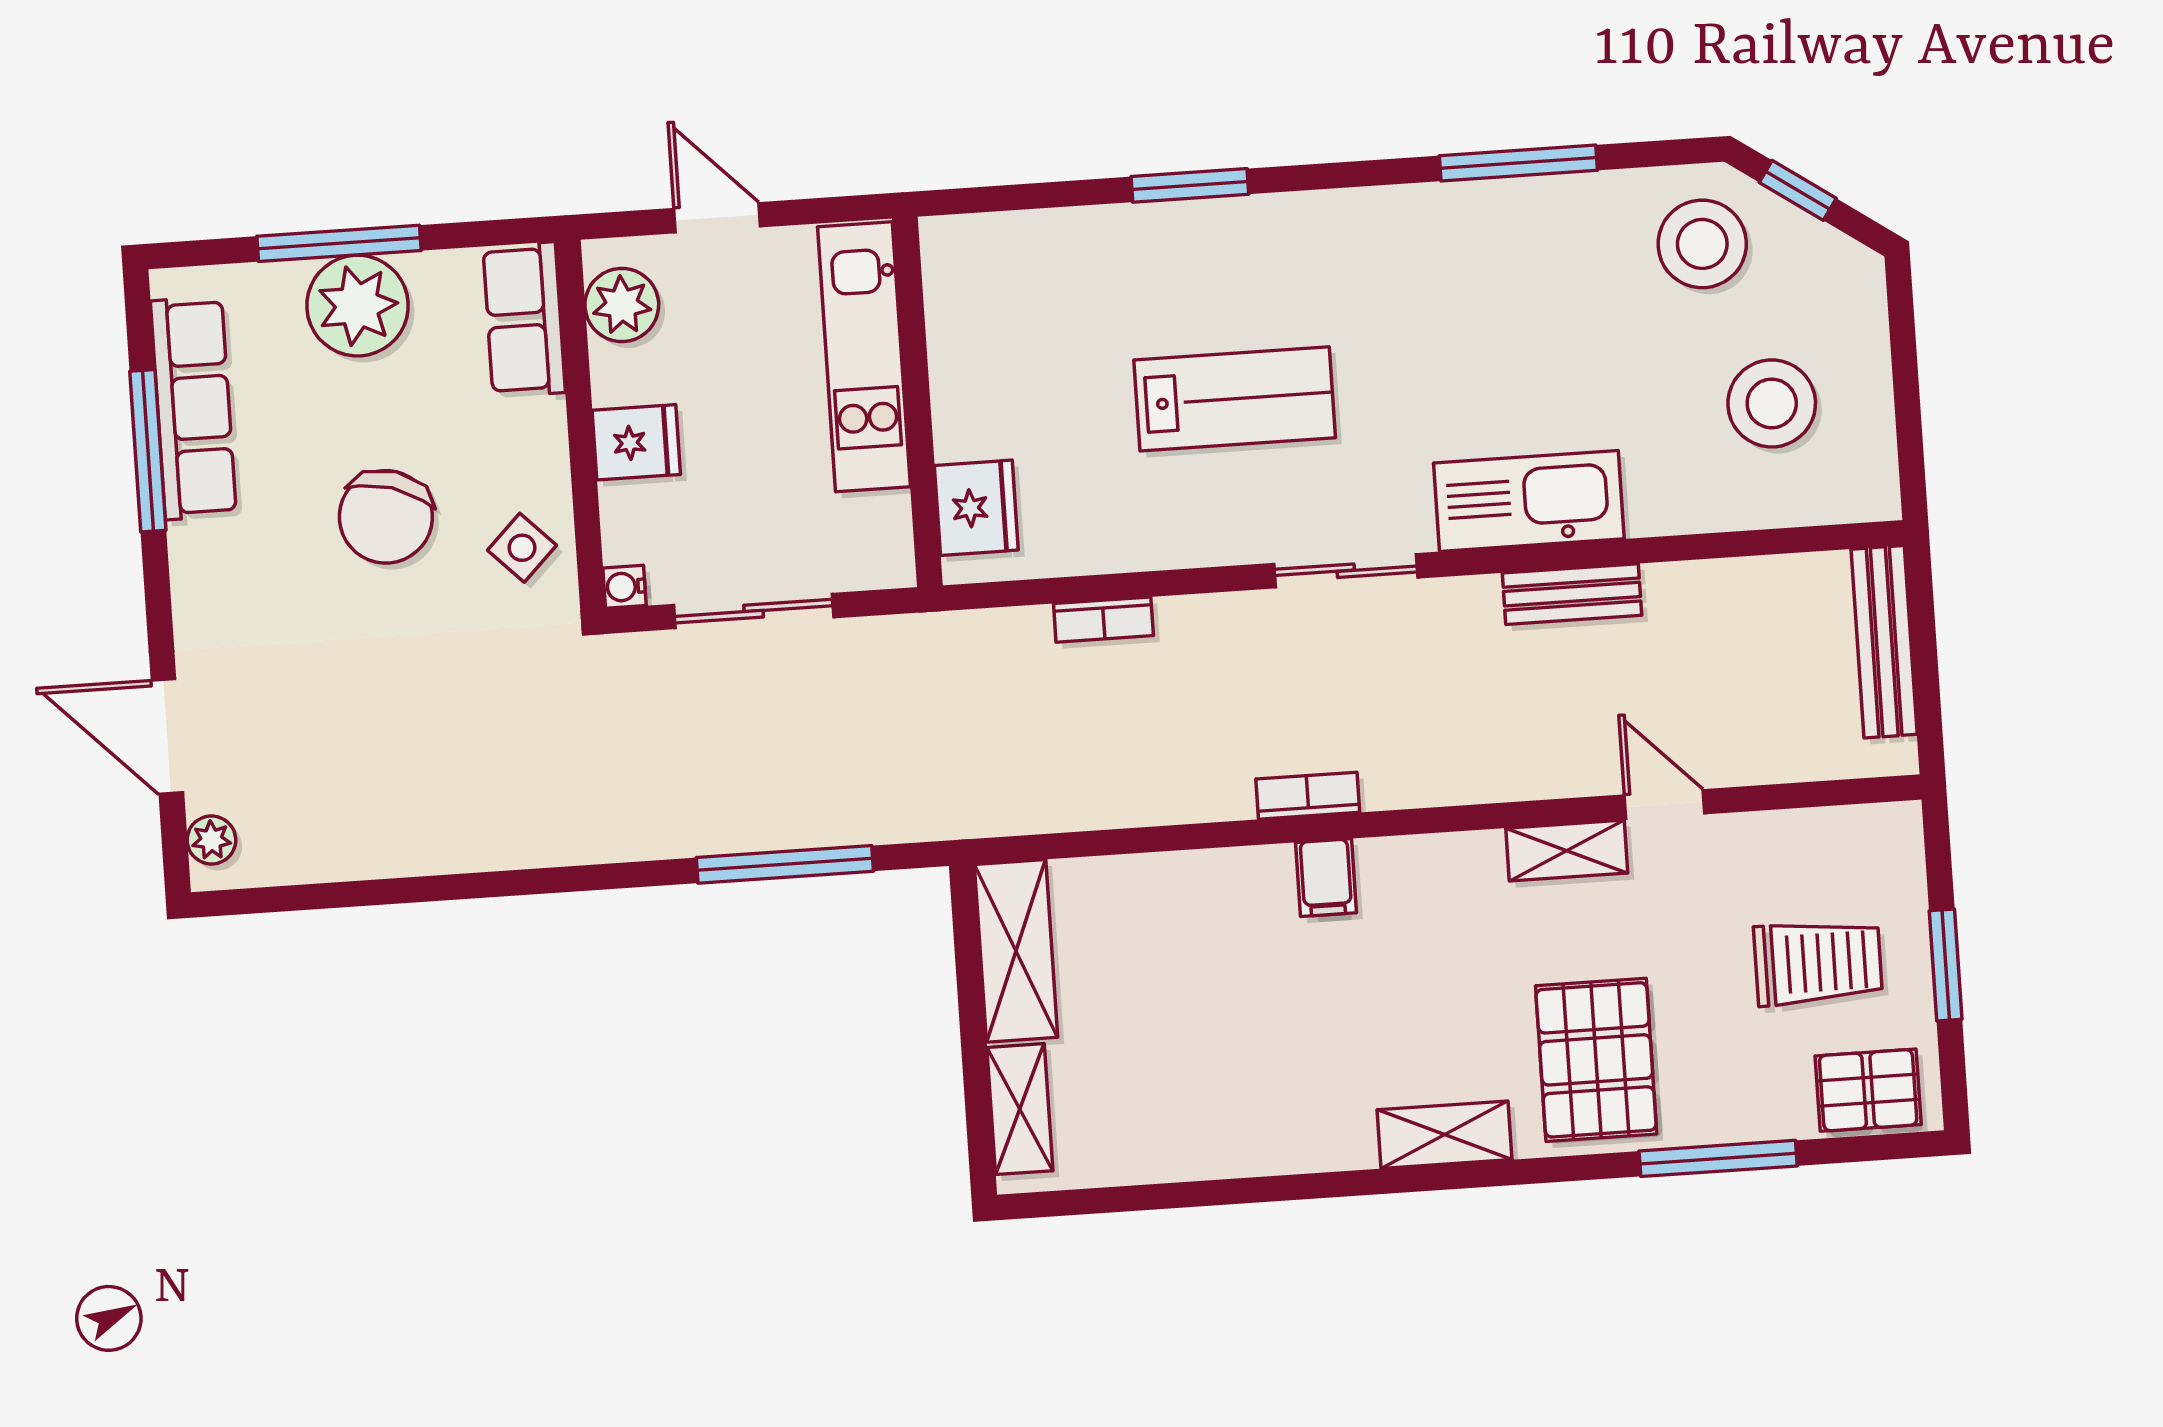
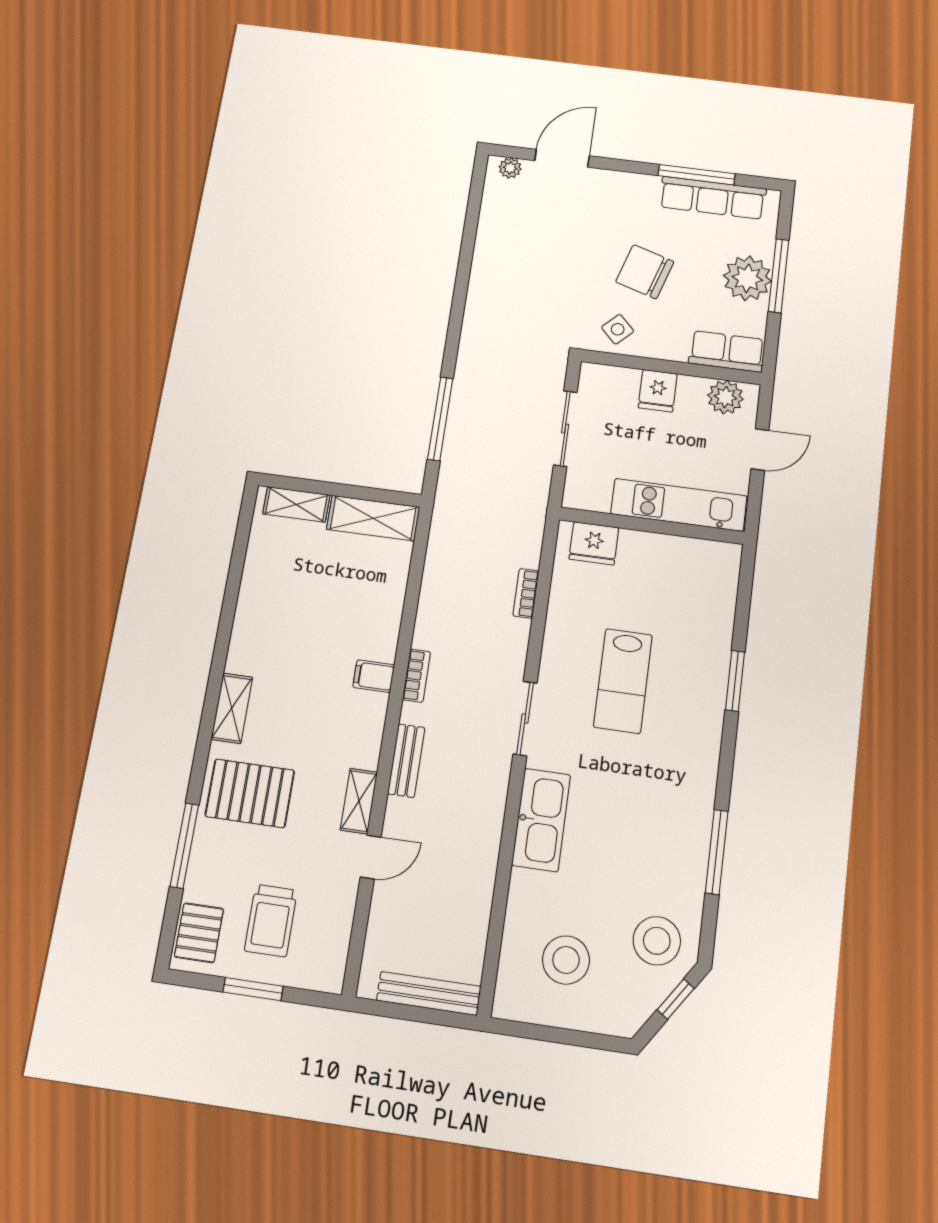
water cooler: (625, 587) -> (589, 372), removed
bench: (1572, 594) -> (406, 761), moved

